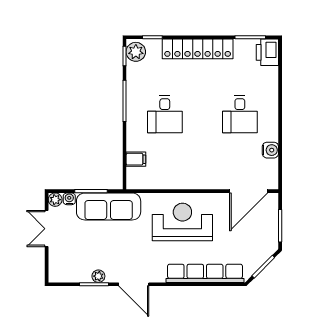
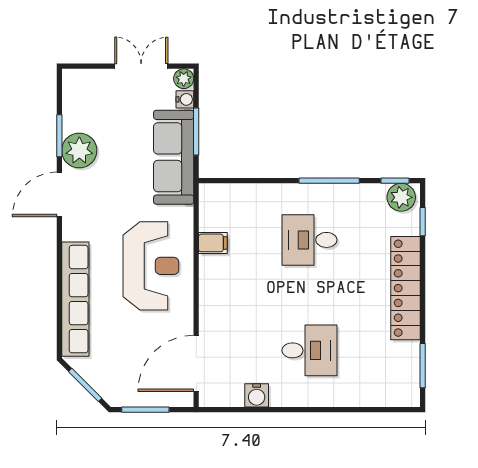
printer: (267, 52) -> (401, 391), removed
desk: (240, 114) -> (309, 350), turned 180
filing cabinet: (136, 159) -> (213, 243), moved, turned -90
door: (249, 191) -> (196, 363), hinge flipped
plant: (98, 276) -> (79, 150), width x1.88, depth x1.88

